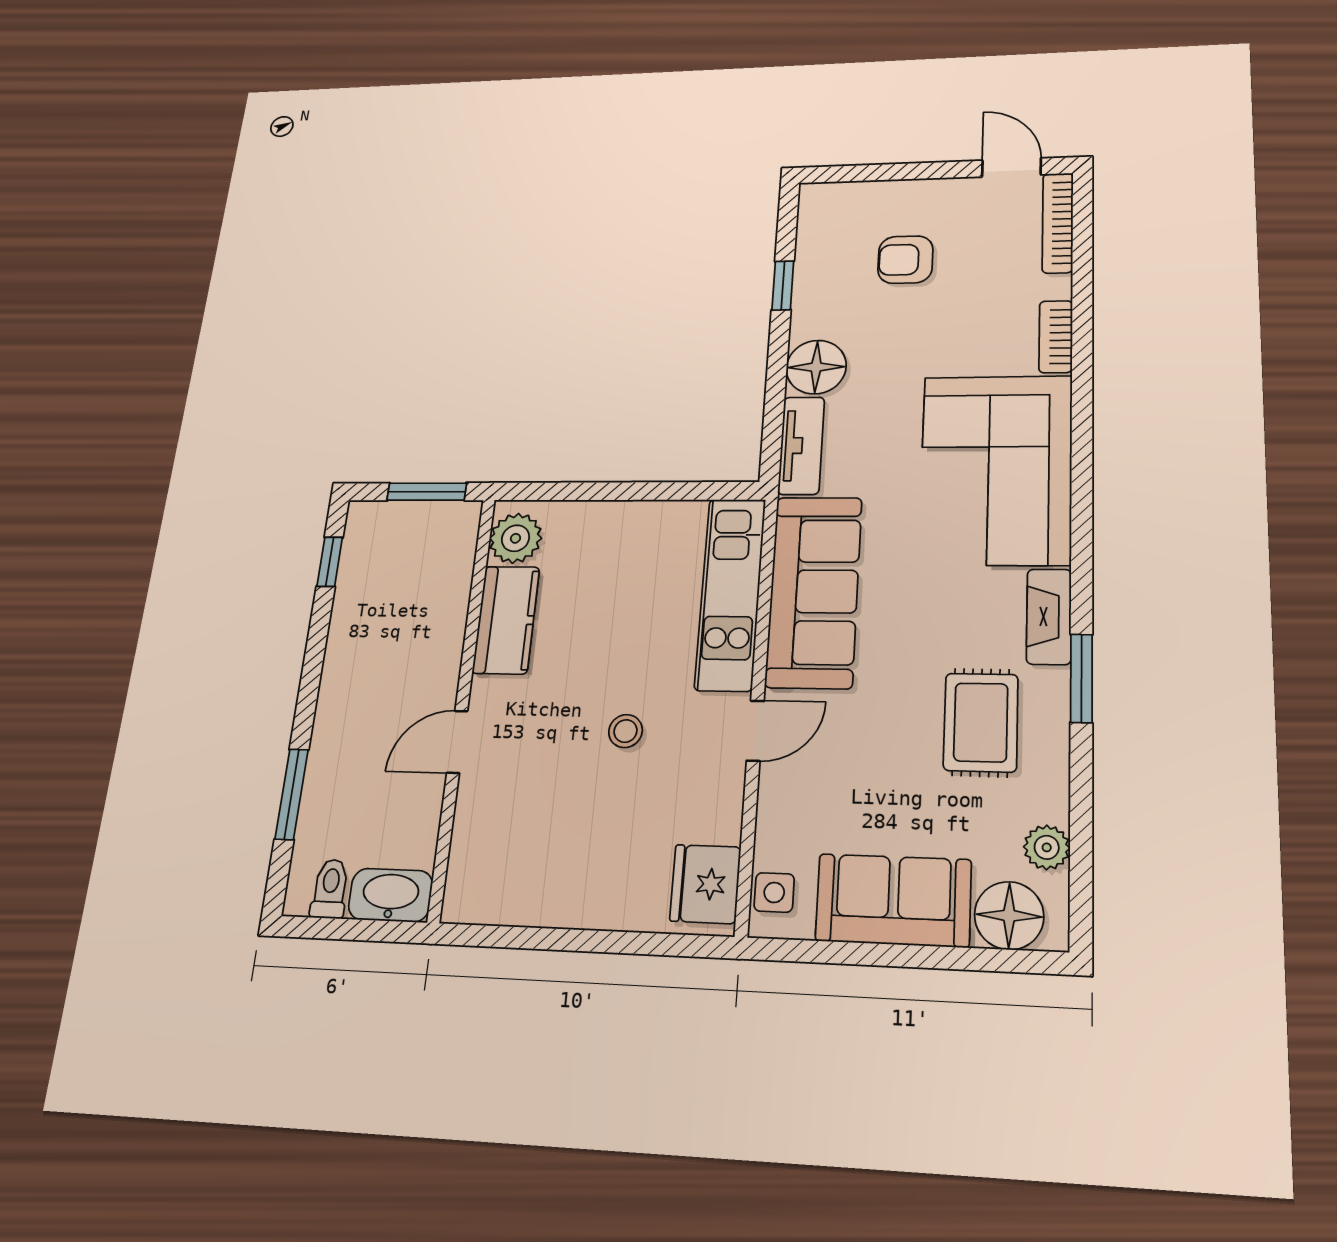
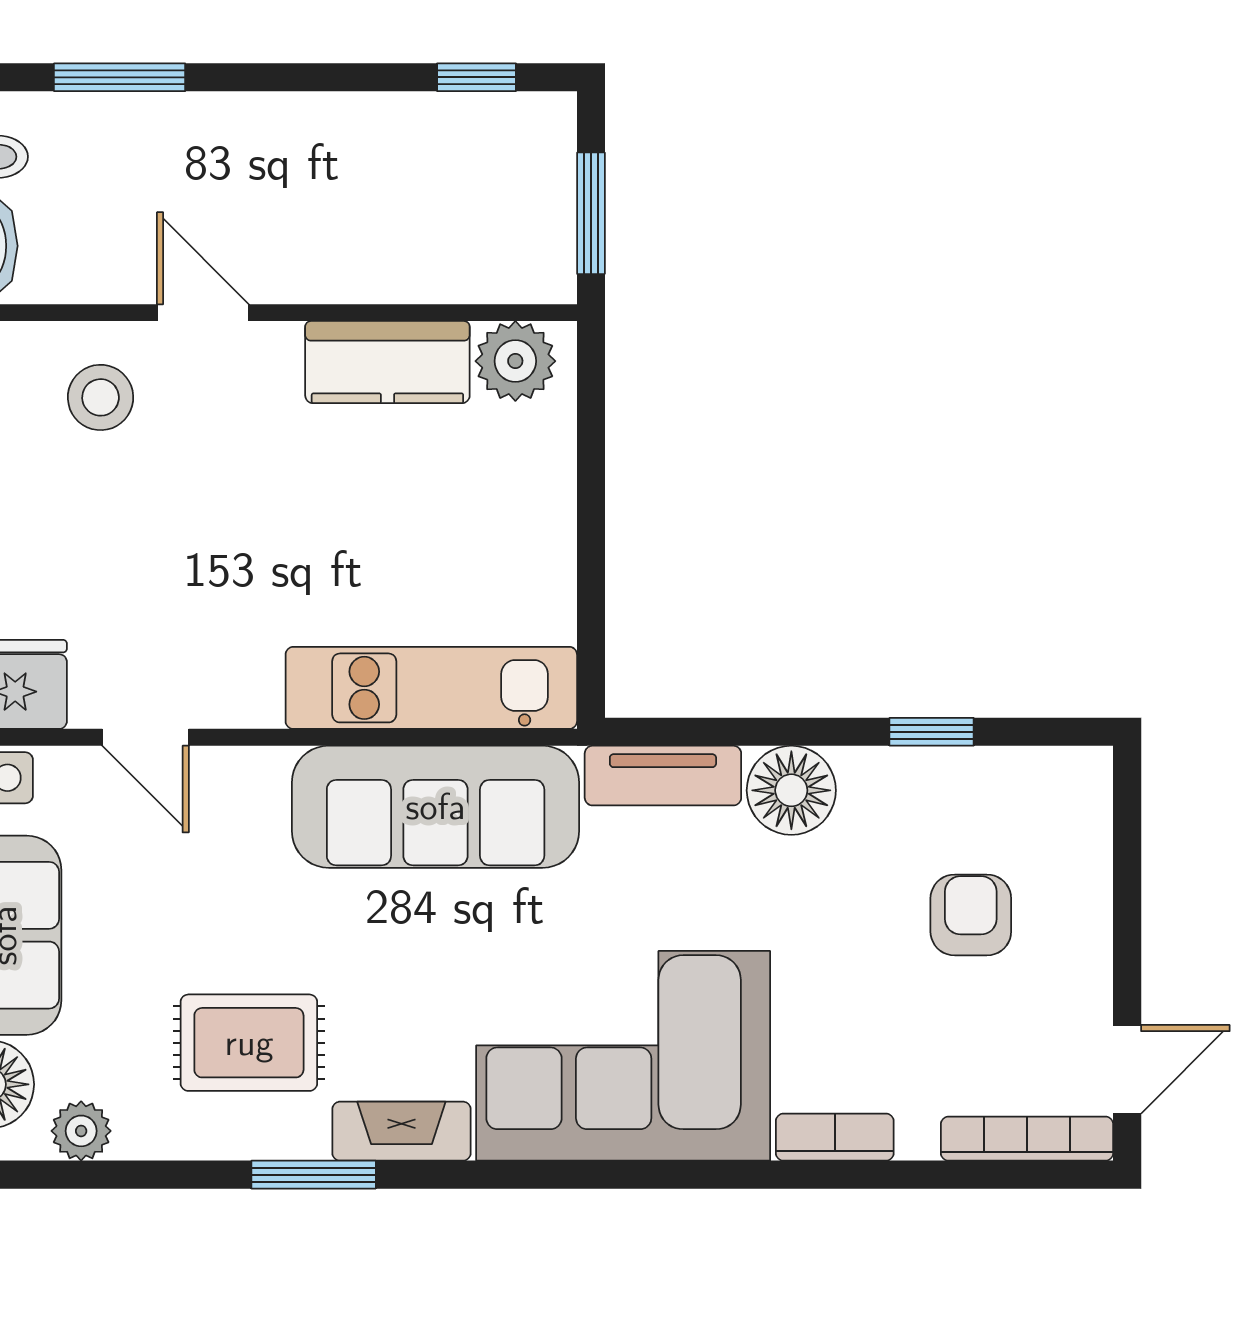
stool: (625, 731) -> (101, 397), moved, width x1.37, depth x1.37
door: (755, 731) -> (145, 737), moved

